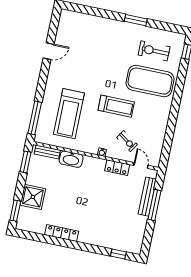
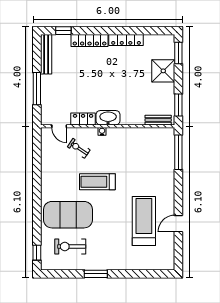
exercise bike: (154, 51) -> (70, 246), turned 180
treadmill: (69, 114) -> (144, 221), moved
washbasin: (71, 159) -> (108, 118), moved
bench: (147, 197) -> (46, 54), moved
locker: (96, 240) -> (90, 40), added

